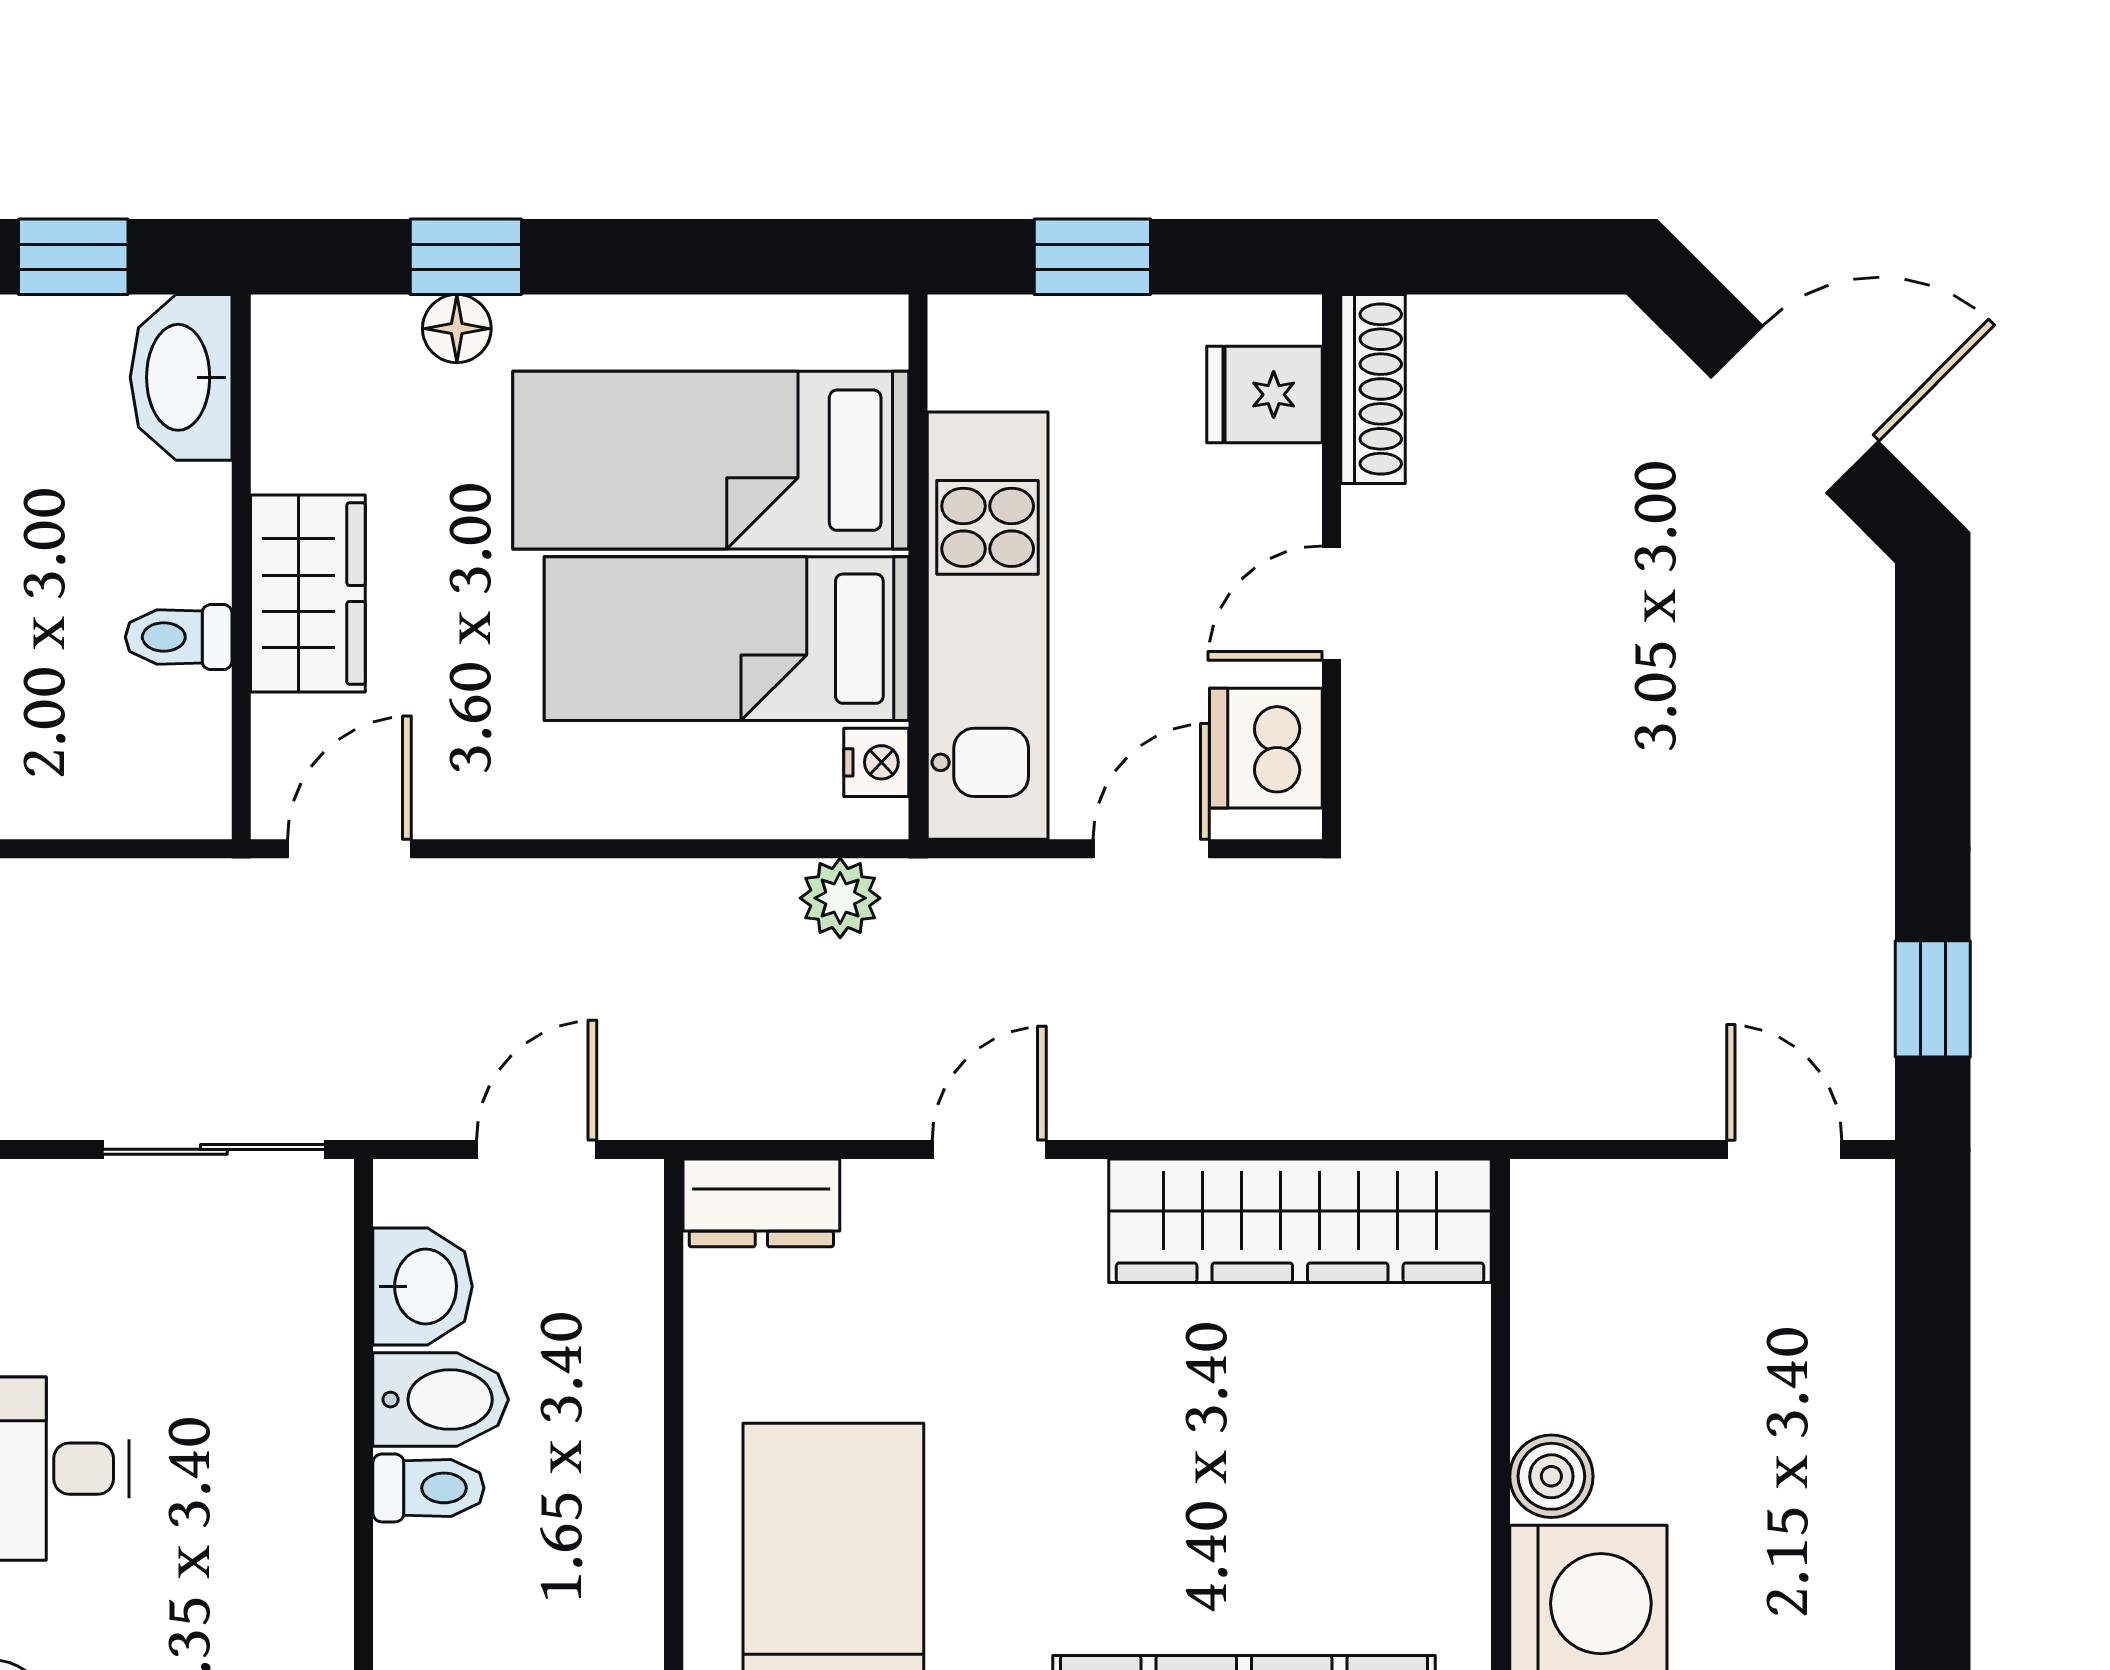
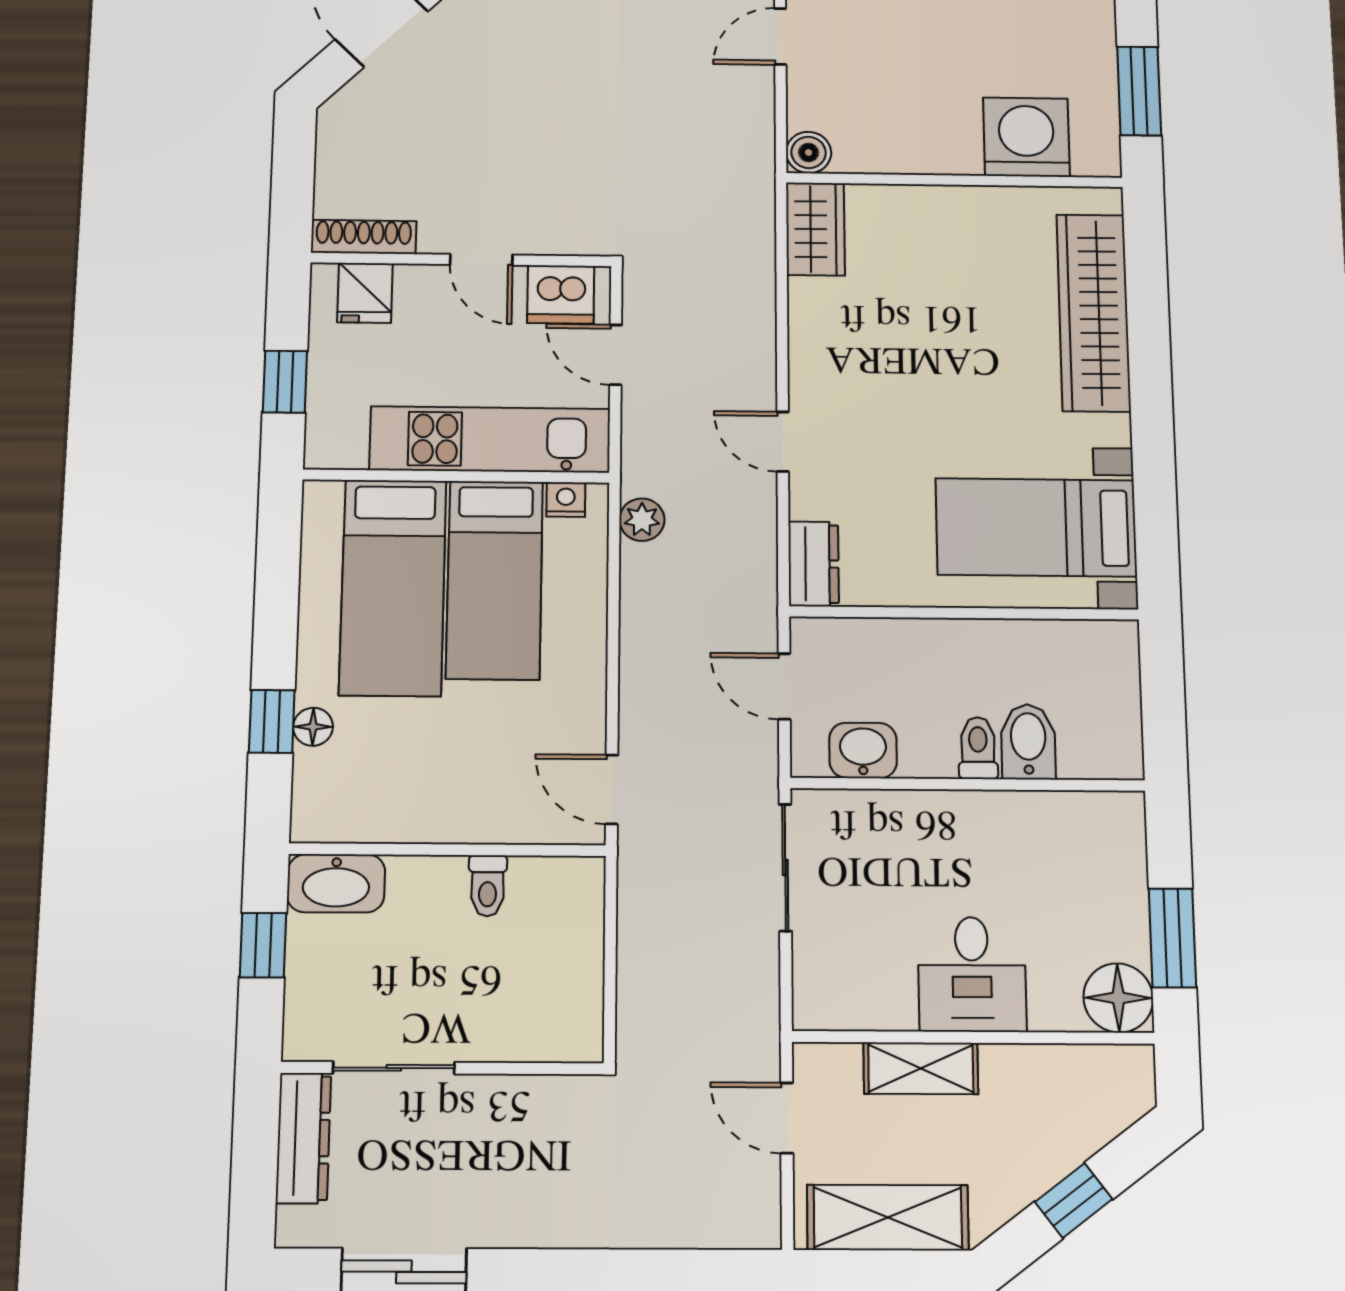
wardrobe: (308, 593) -> (464, 812), removed
wardrobe: (1300, 1221) -> (815, 229), width x0.48, depth x0.85
bidet: (441, 1400) -> (1028, 742), moved
boiler: (1551, 1476) -> (809, 153), moved

